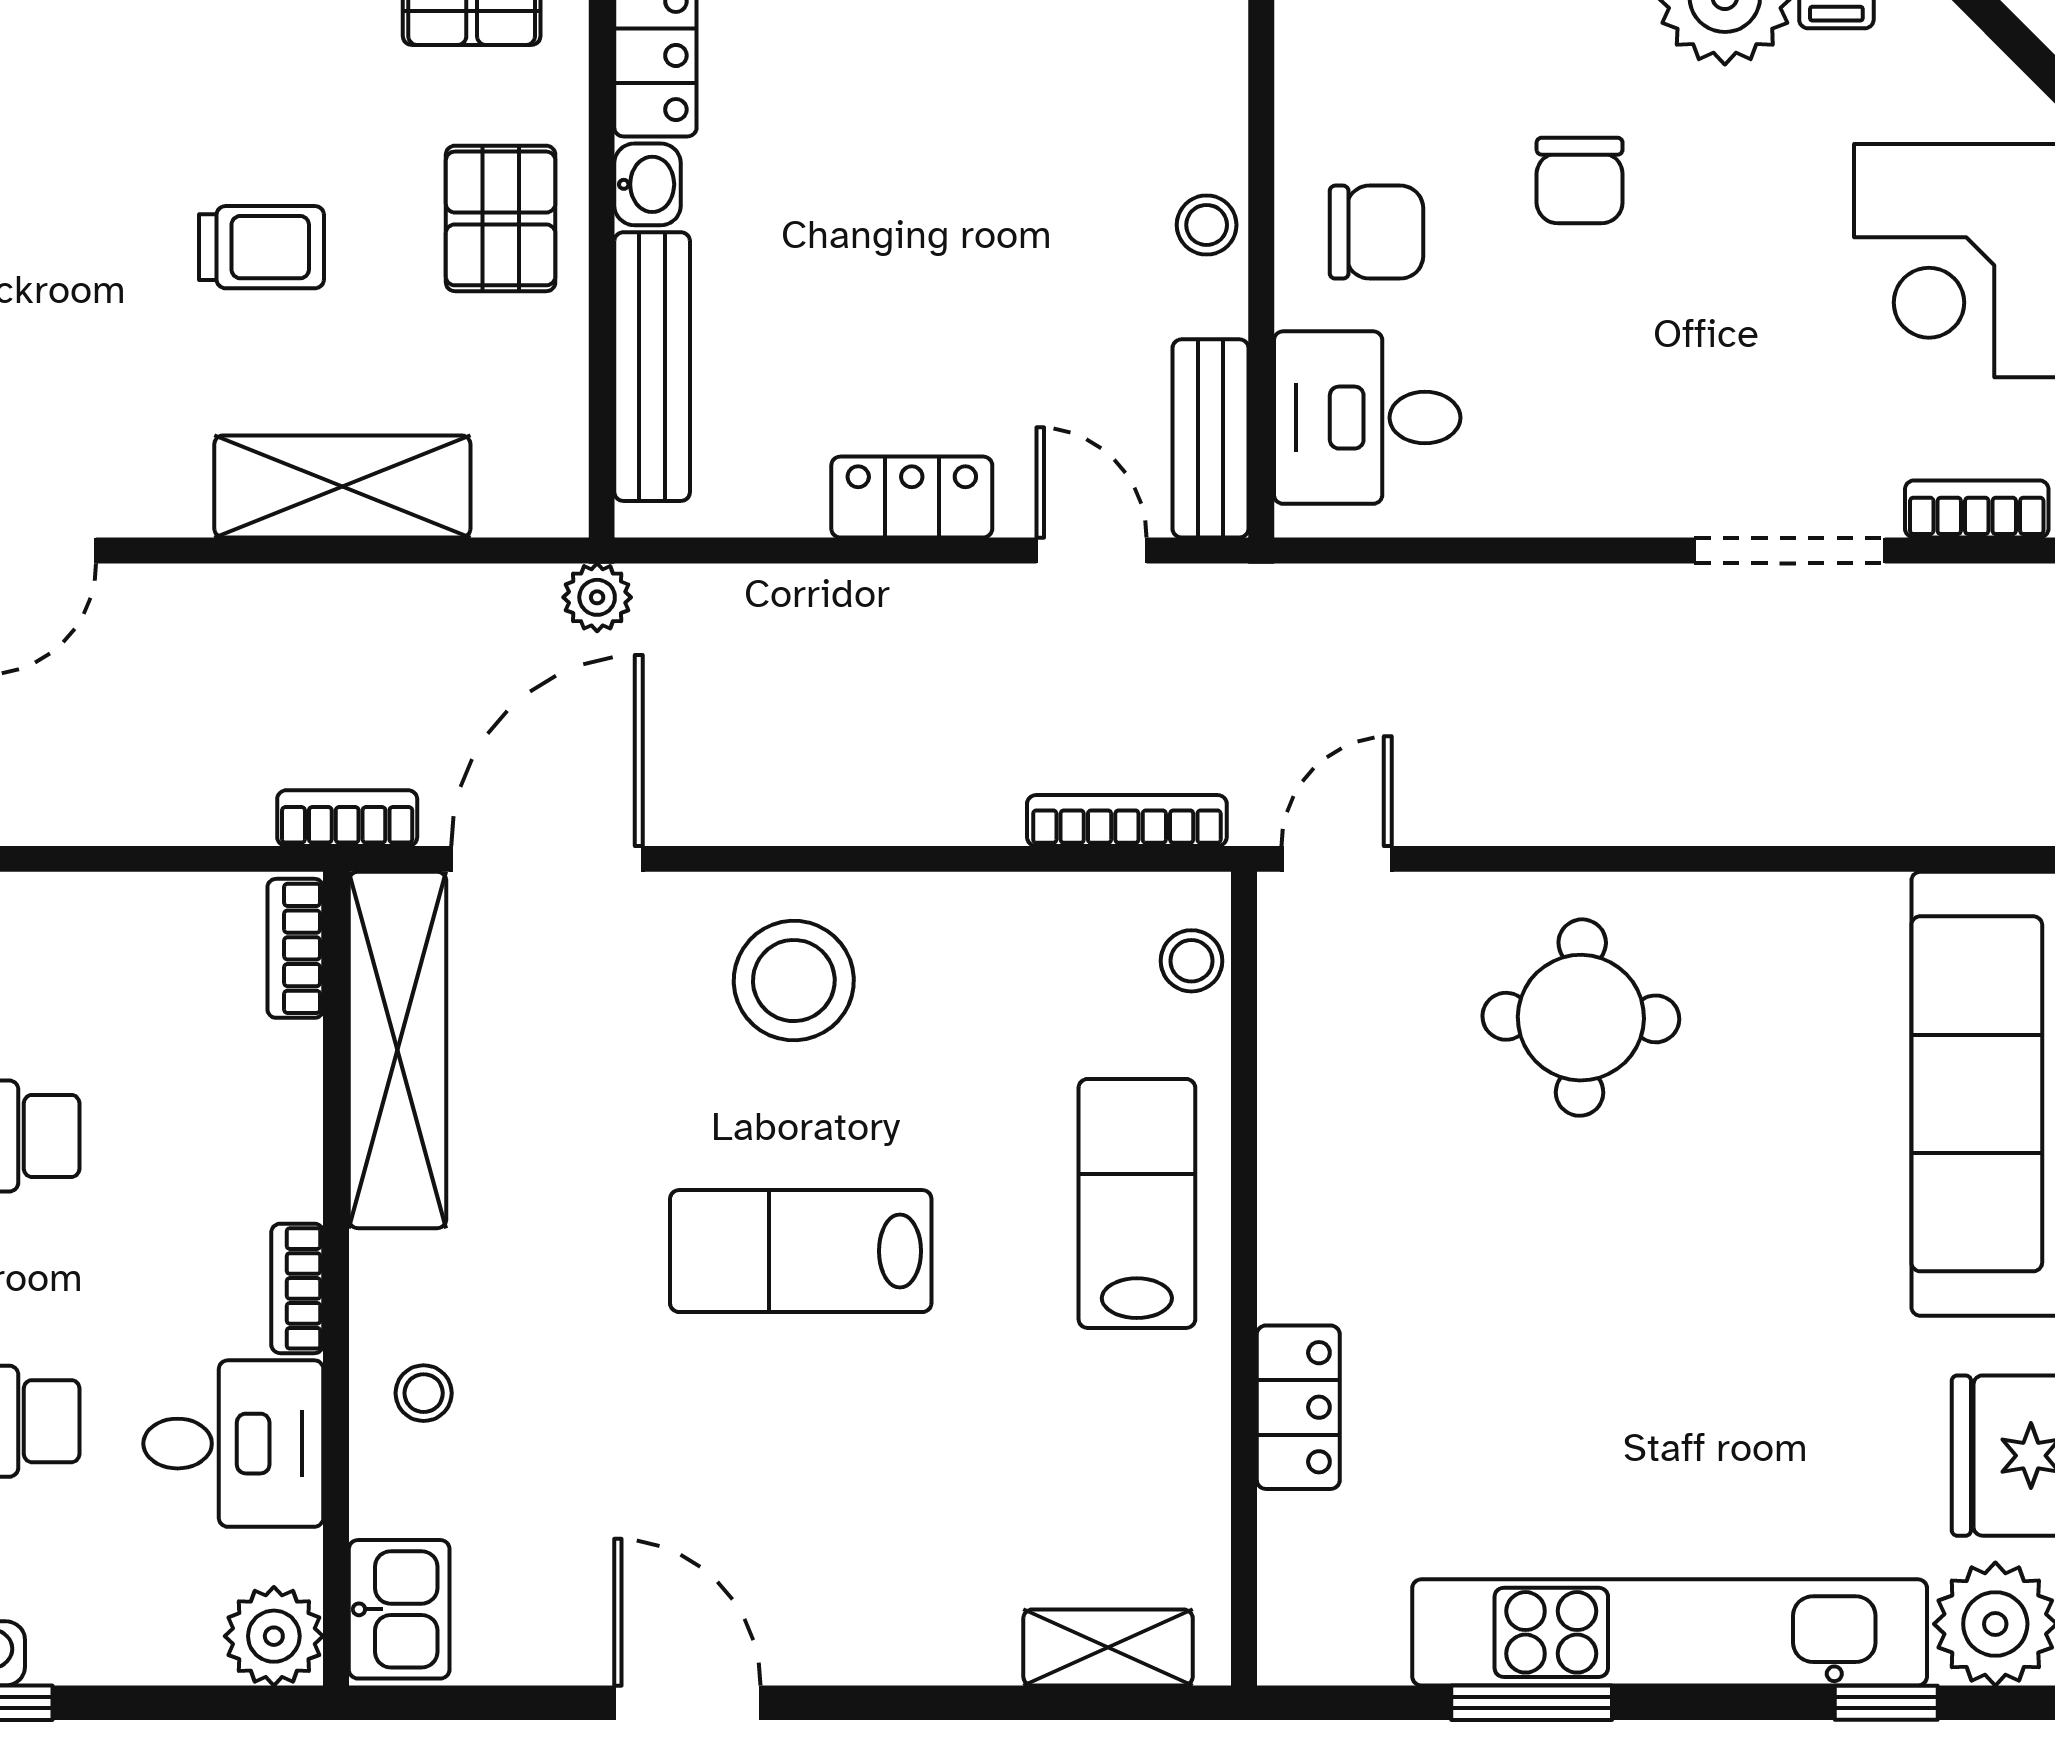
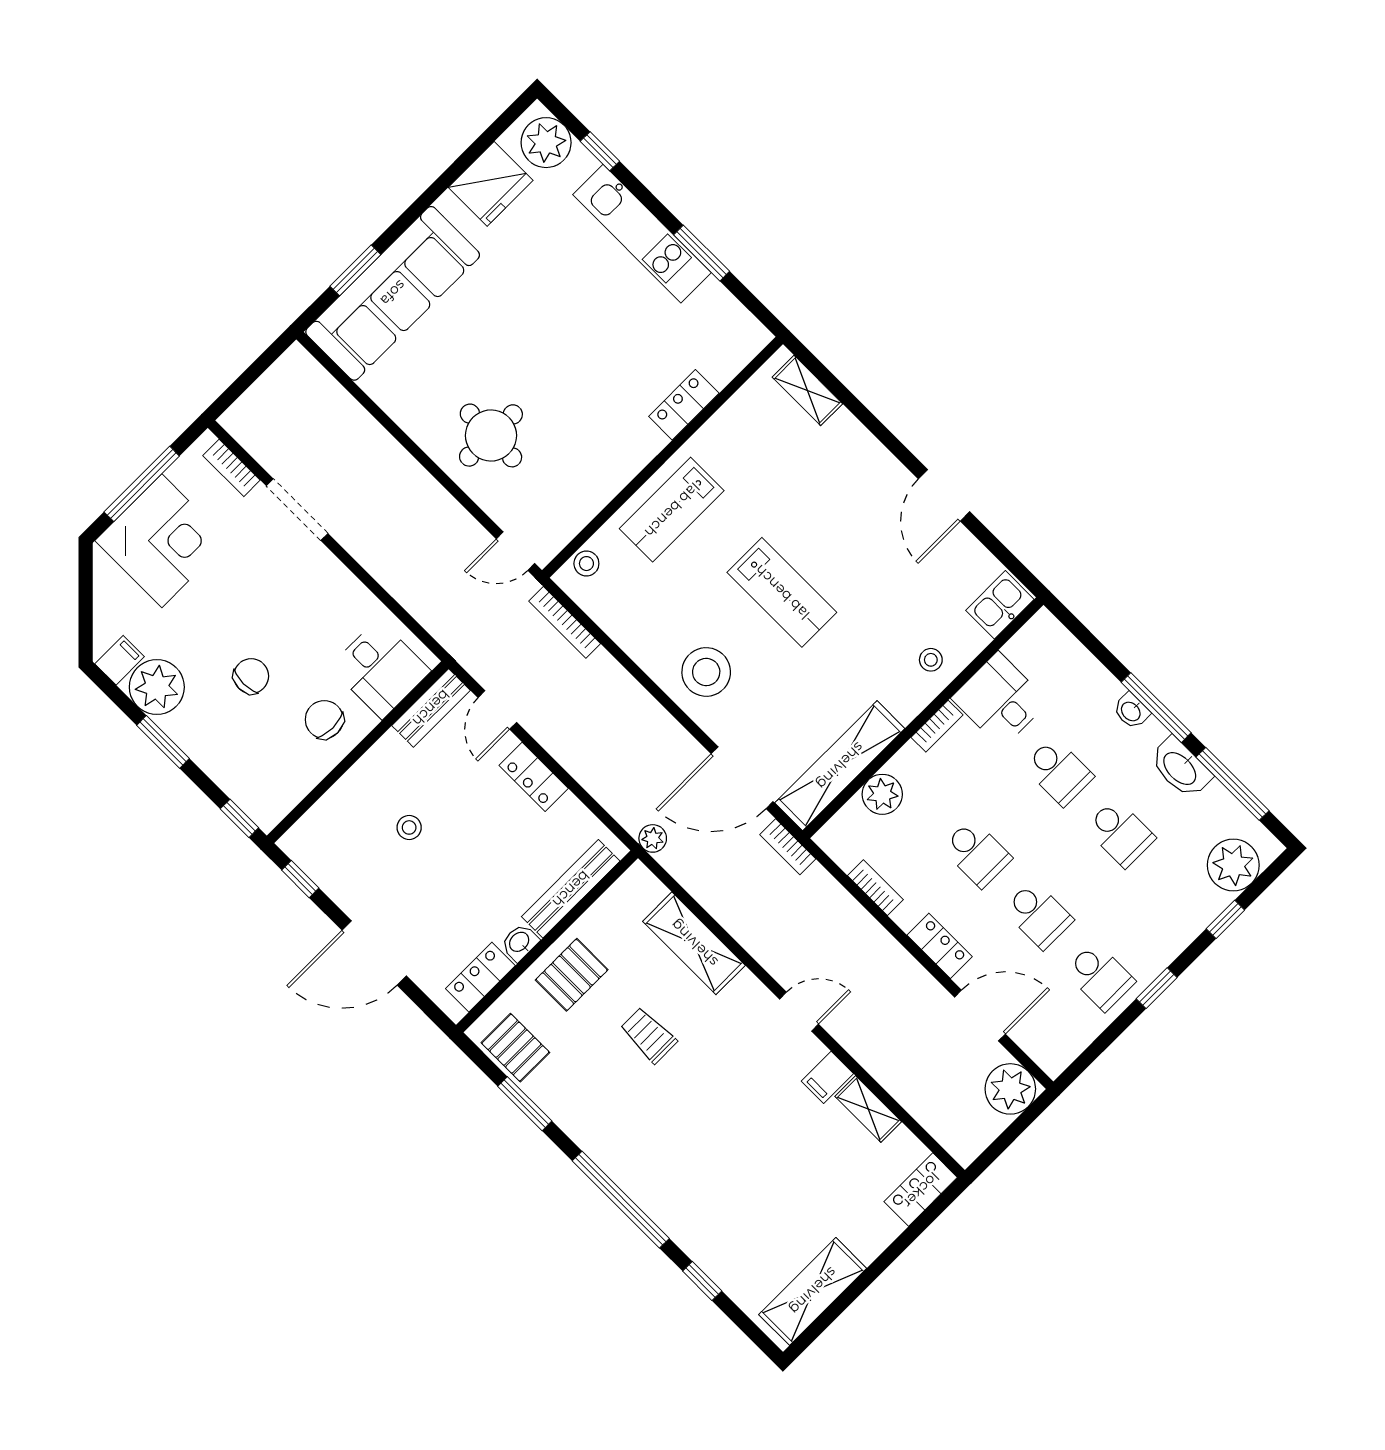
stool: (1207, 225) -> (409, 827), moved
bookcase: (295, 948) -> (875, 888), moved, turned -90
kitchen unit: (1670, 1632) -> (642, 234), width x0.73
plant: (274, 1636) -> (882, 794), moved

